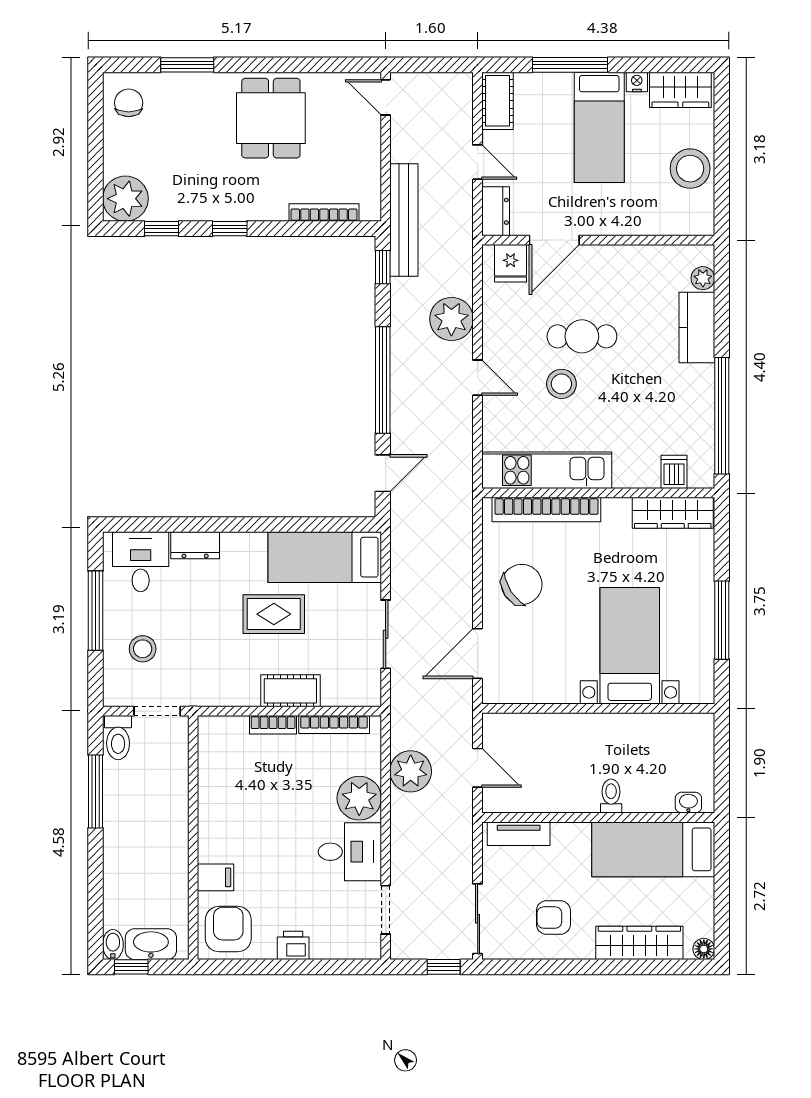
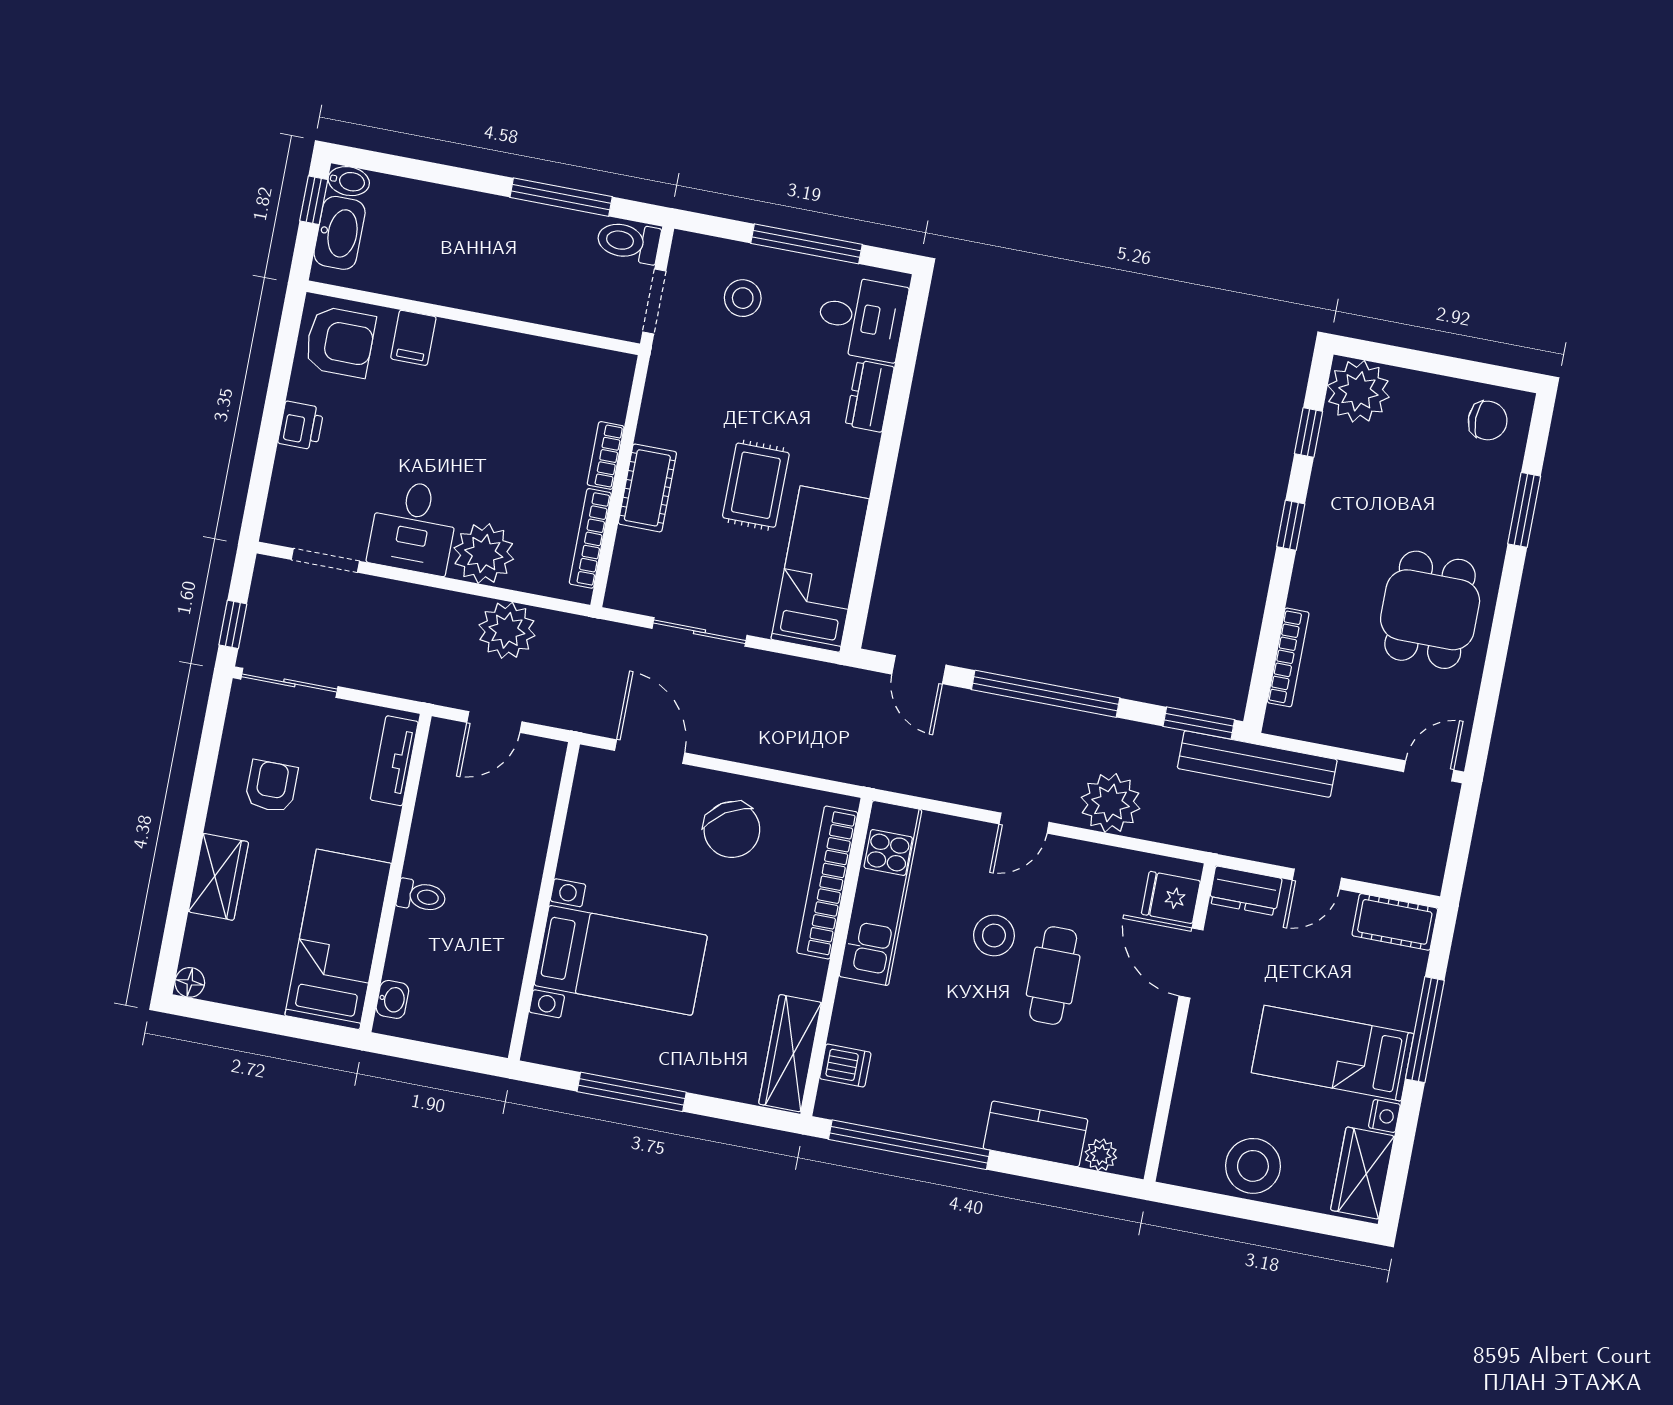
dining table: (271, 118) -> (1430, 610), turned 90
window: (383, 267) -> (1199, 723), width x1.50
wardrobe: (639, 943) -> (218, 877), width x0.67

